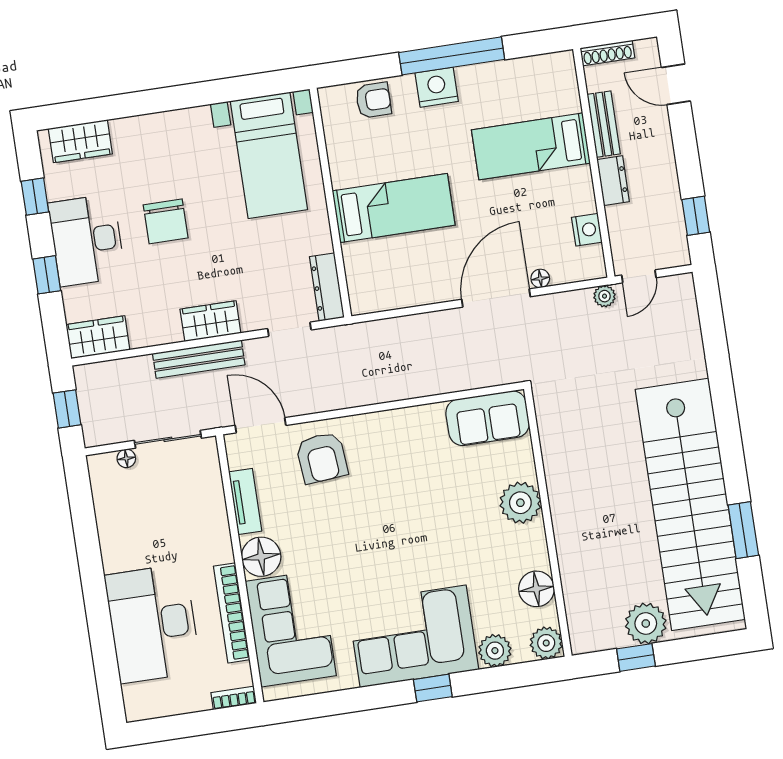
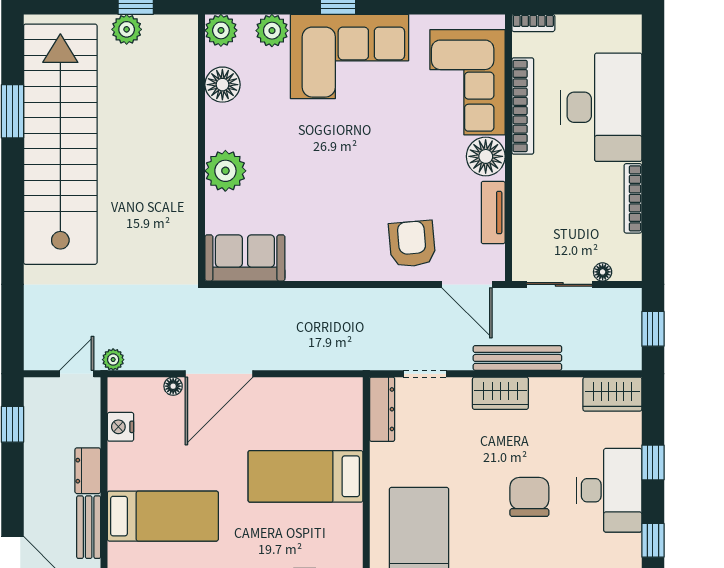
bookcase: (107, 537) -> (633, 198), added
plant: (646, 623) -> (127, 29), width x0.73, depth x0.73

